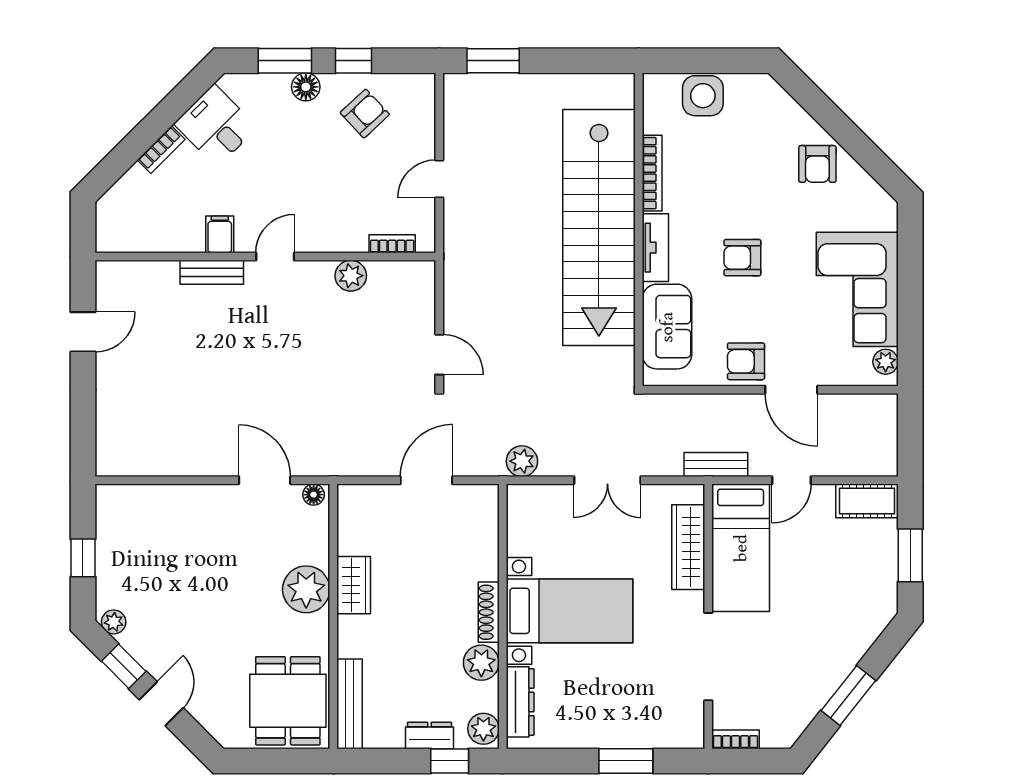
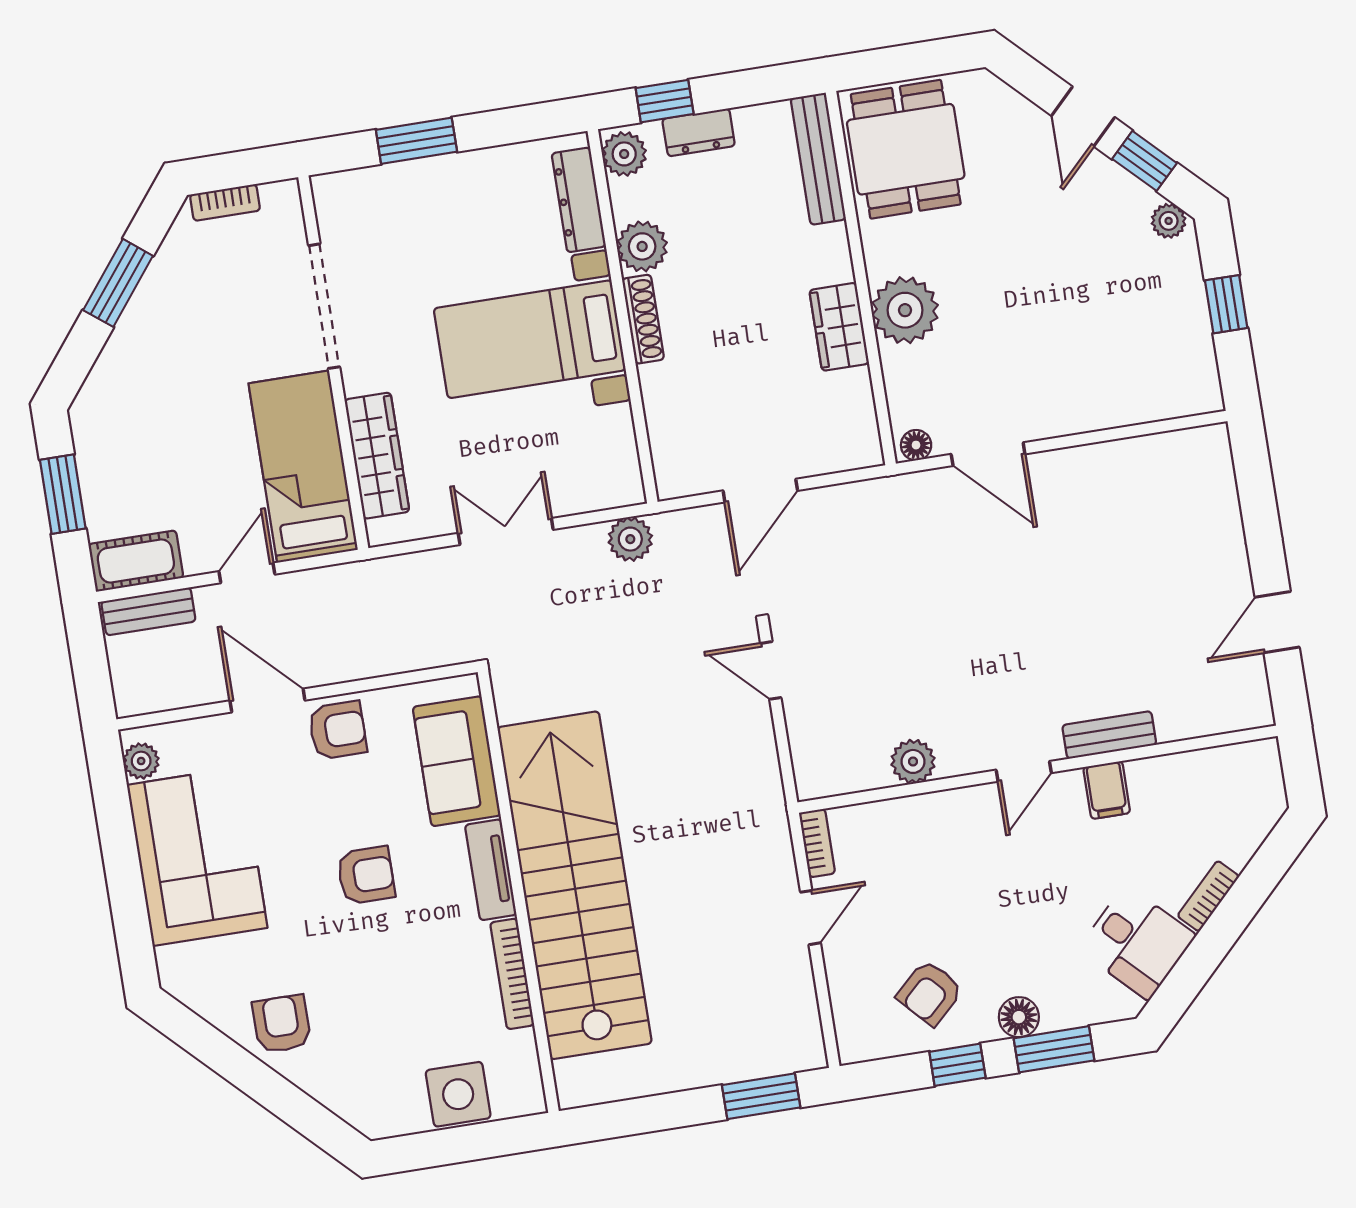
bookcase: (392, 244) -> (817, 843), moved, turned -90
bench: (716, 465) -> (148, 611), moved
bookcase: (736, 739) -> (225, 203), moved

